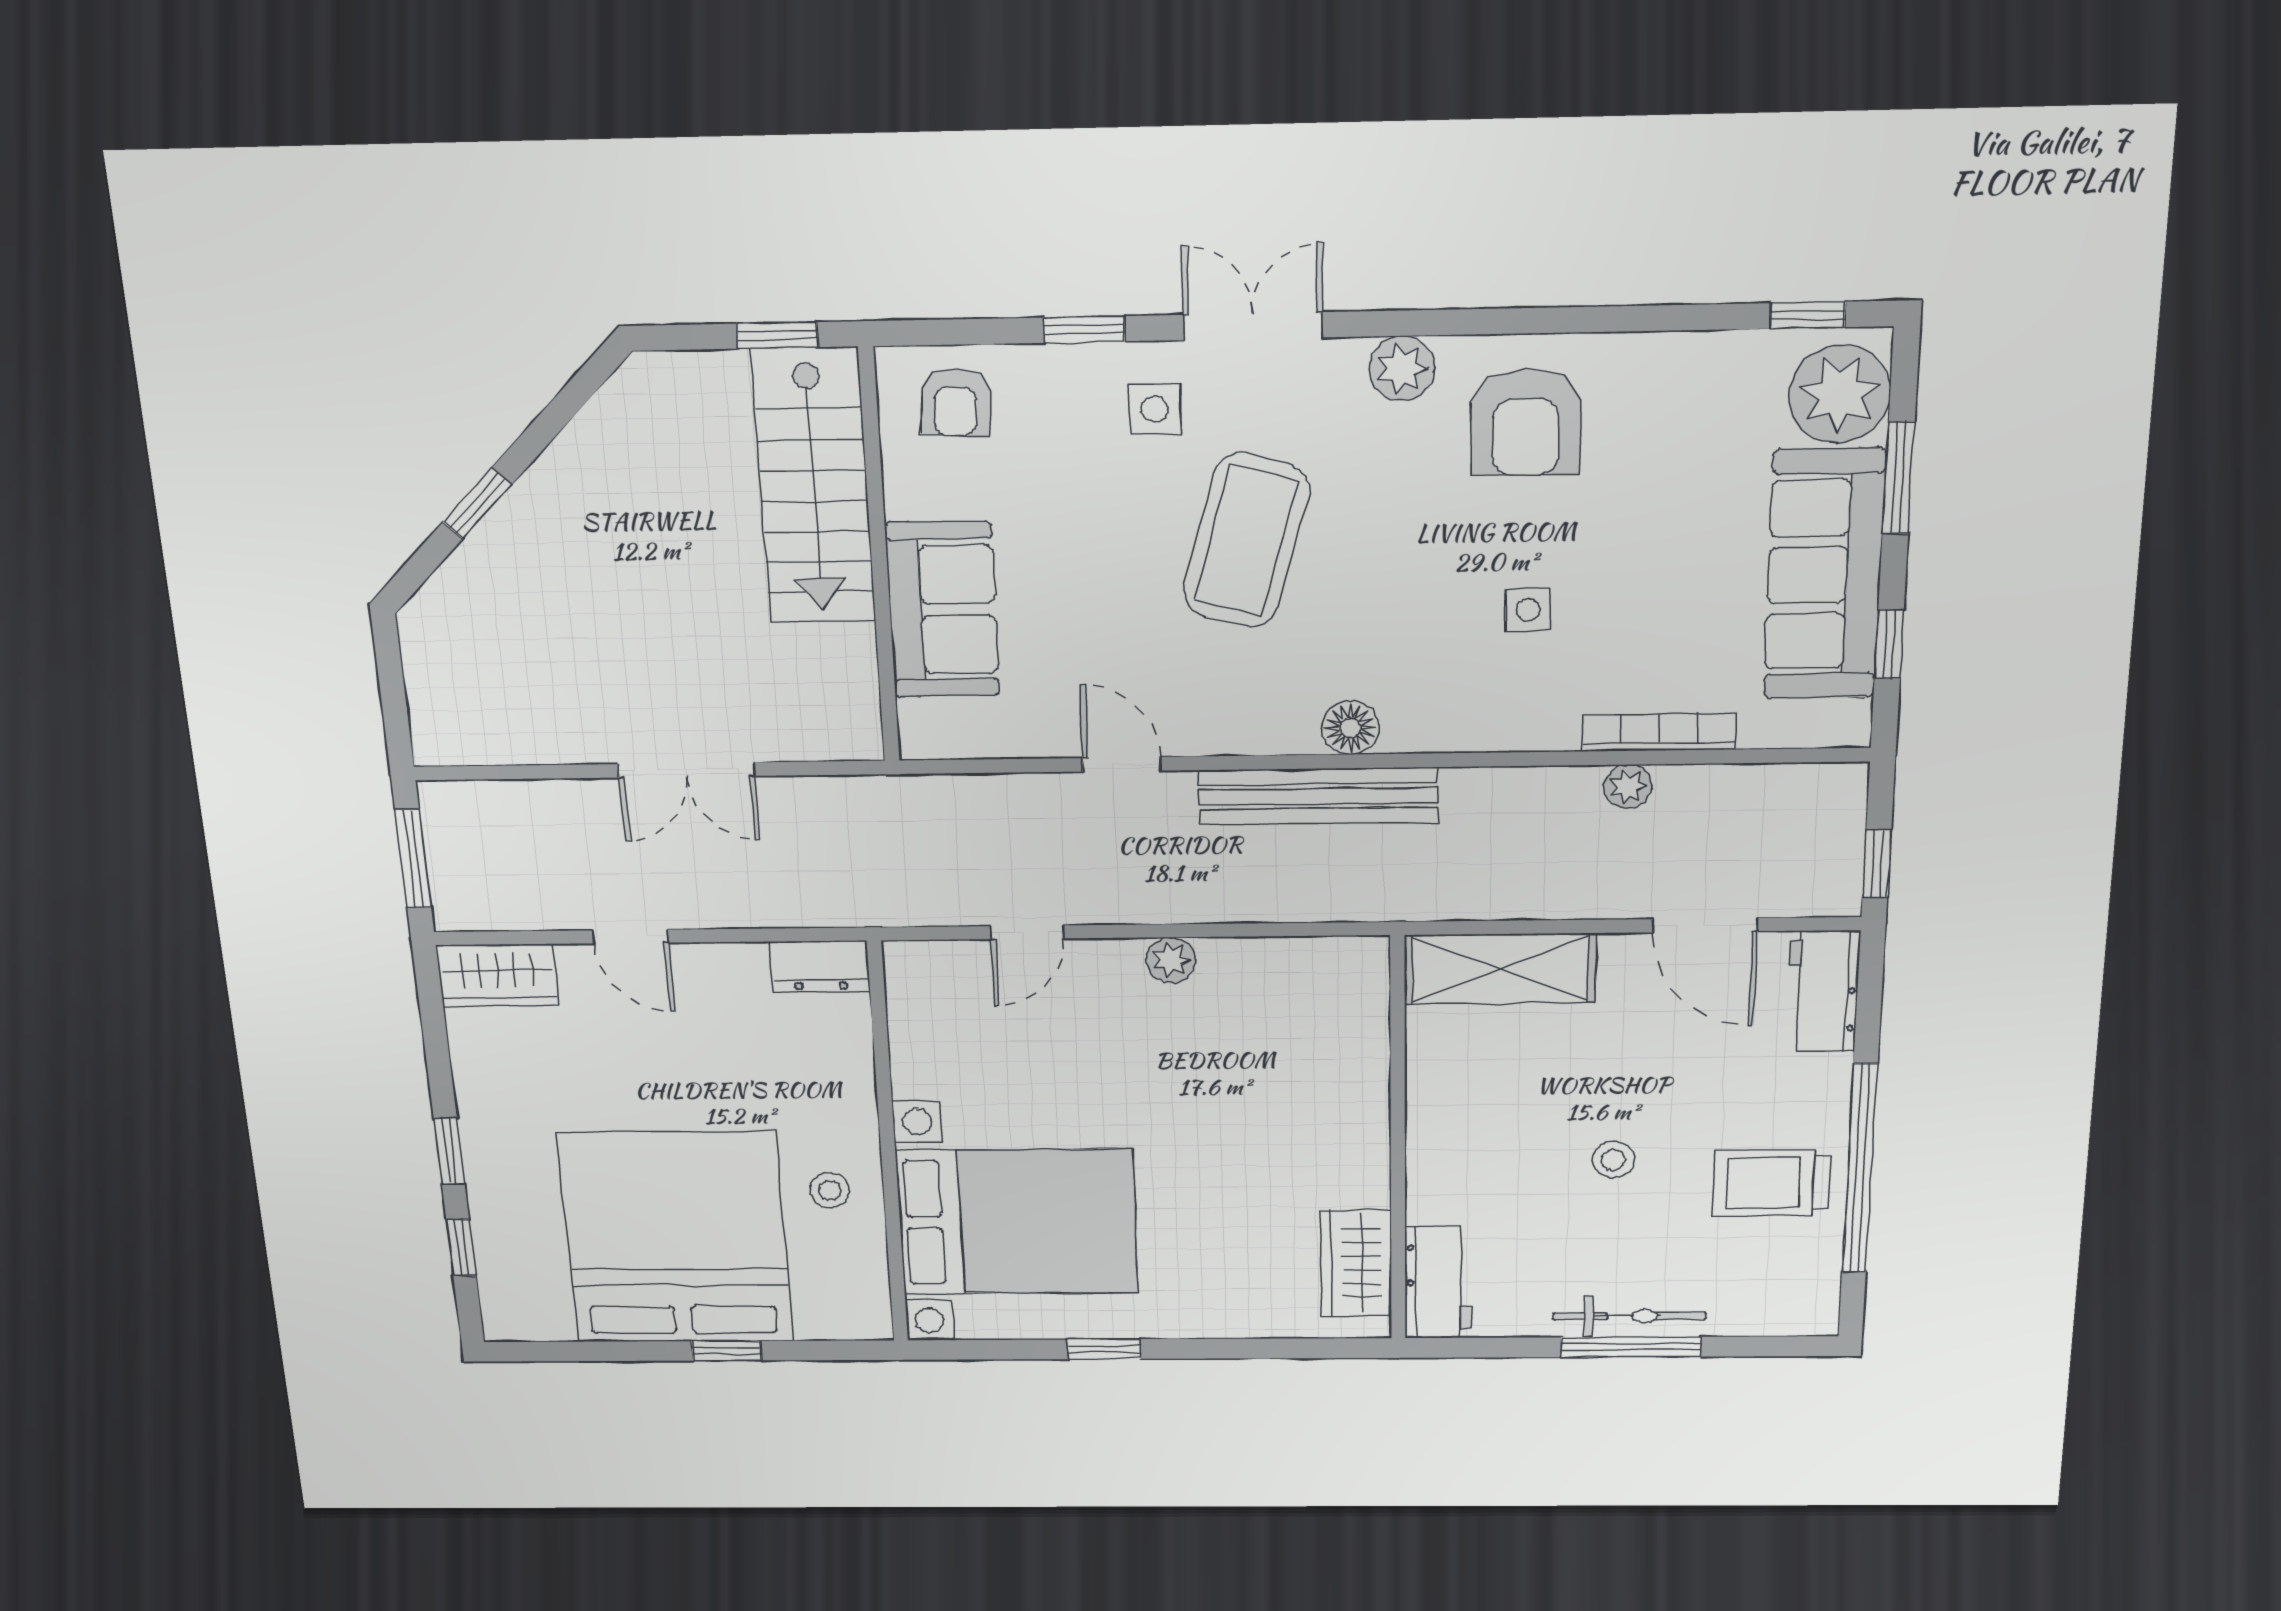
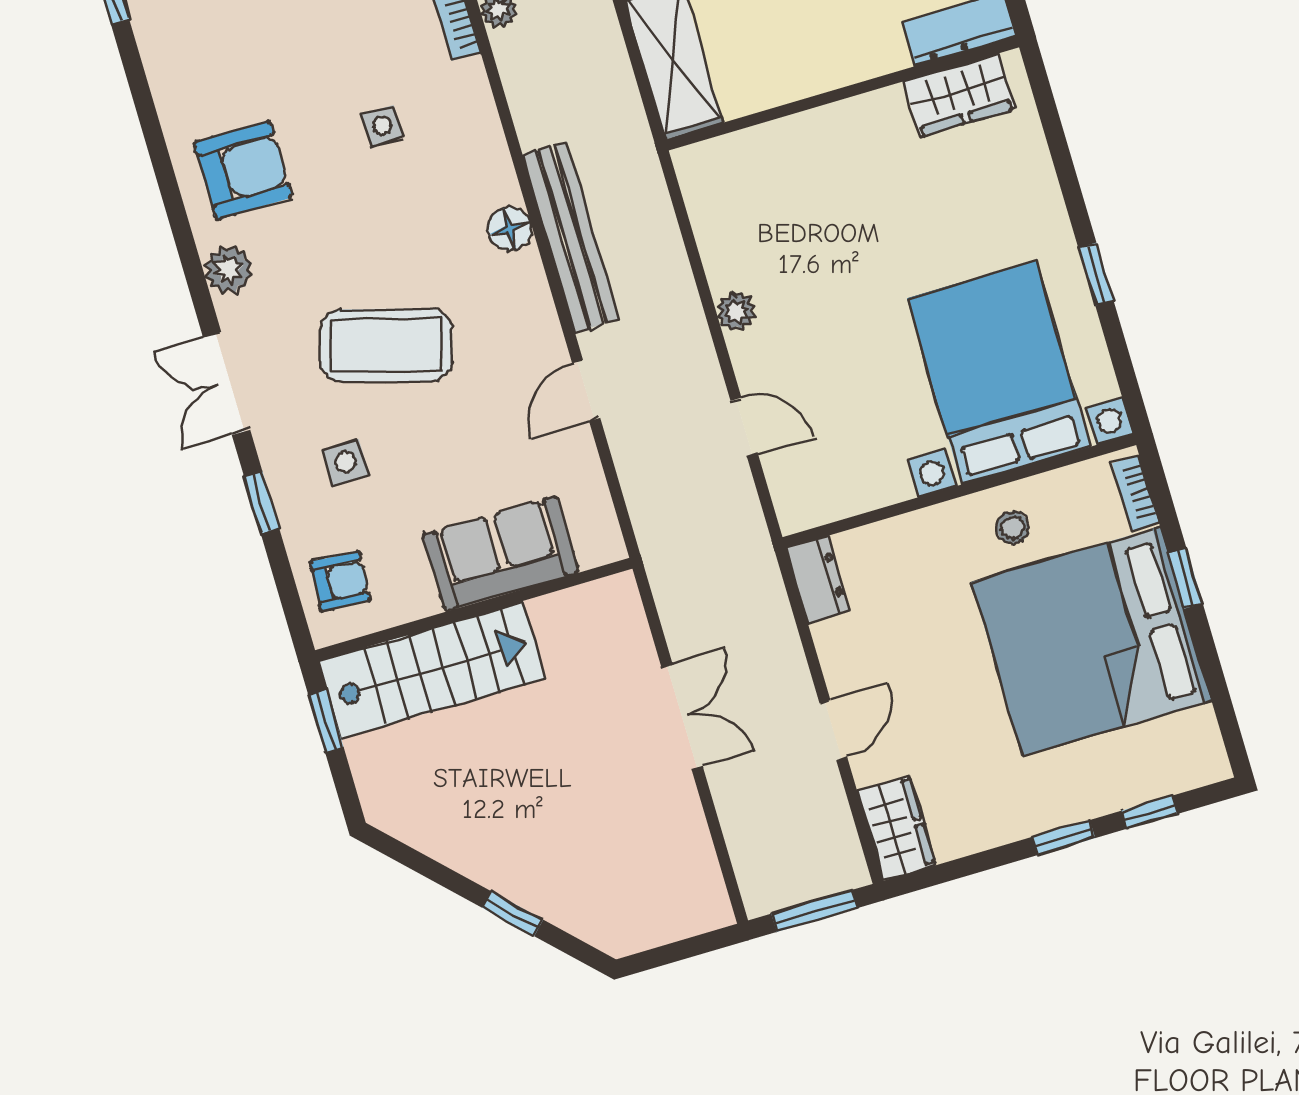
side table: (1155, 409) -> (346, 462), moved
bookcase: (838, 1326) -> (1136, 493), added

